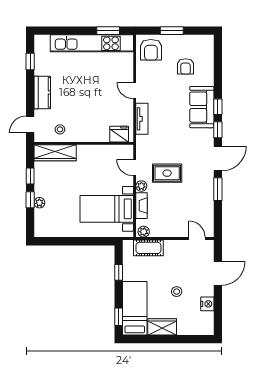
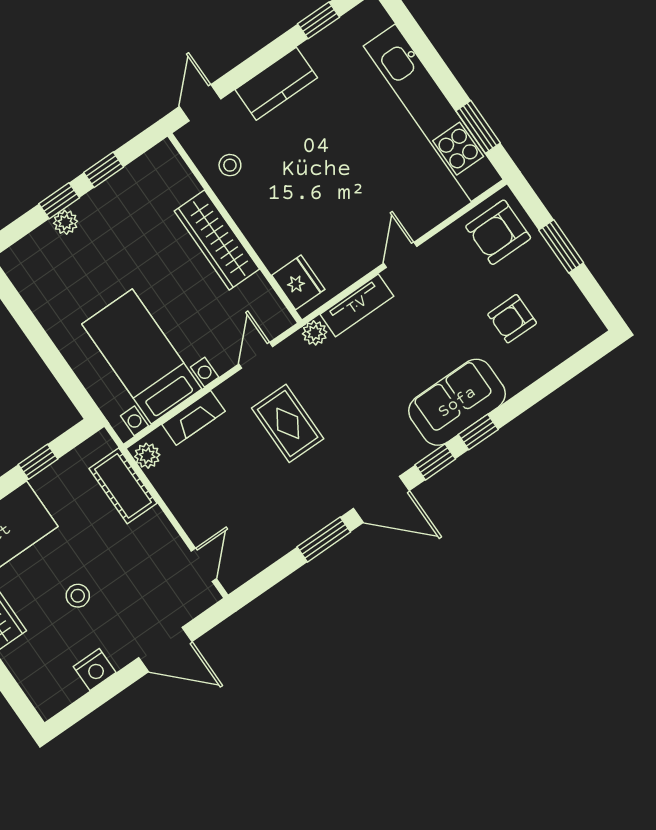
door: (30, 125) -> (200, 103), hinge flipped
wardrobe: (55, 153) -> (217, 240), moved
plant: (141, 186) -> (315, 333), moved

